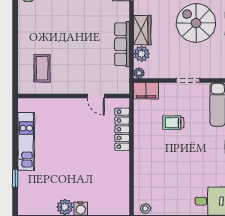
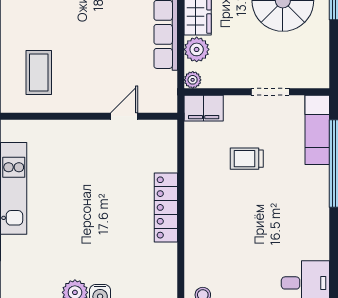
door: (96, 96) -> (124, 116), swing flipped
locker: (122, 129) -> (166, 207), moved

